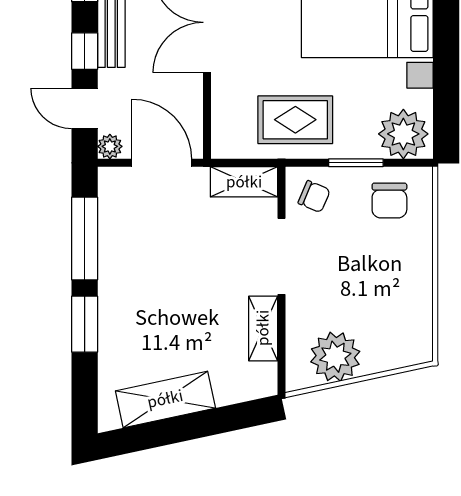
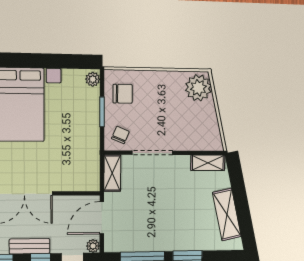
rug: (295, 120) -> (78, 145), removed
plant: (403, 134) -> (93, 79), width x0.53, depth x0.53
shelving: (263, 328) -> (208, 163), moved
plant: (335, 357) -> (198, 88), moved

